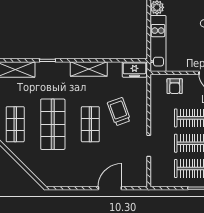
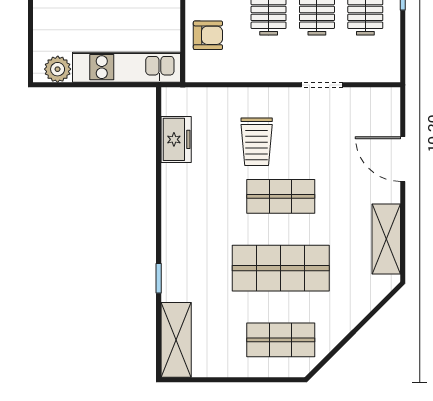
shelving: (89, 69) -> (386, 239), moved
freezer: (134, 69) -> (176, 139), moved
trolley: (119, 112) -> (257, 142), turned -70

